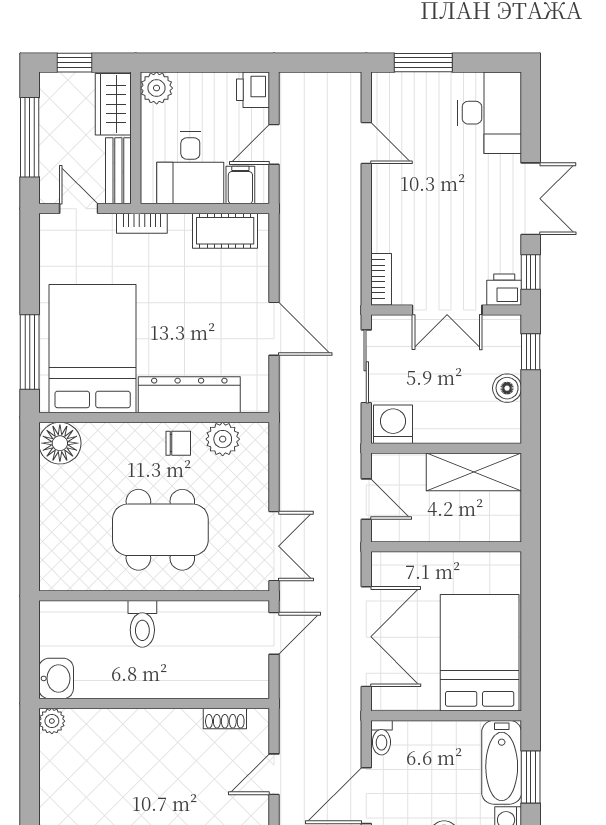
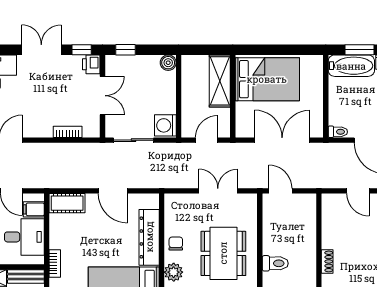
cot: (225, 231) -> (67, 203), moved, turned 90
bookcase: (381, 279) -> (68, 132), moved
door: (274, 329) -> (113, 191), swing flipped
boiler: (507, 388) -> (168, 63), moved
plant: (223, 439) -> (174, 272), moved
shelving: (474, 472) -> (220, 81), moved
double door: (274, 546) -> (218, 191), moved
bed: (480, 653) -> (267, 79), moved, turned 180
shoe rack: (225, 718) -> (327, 261), moved

